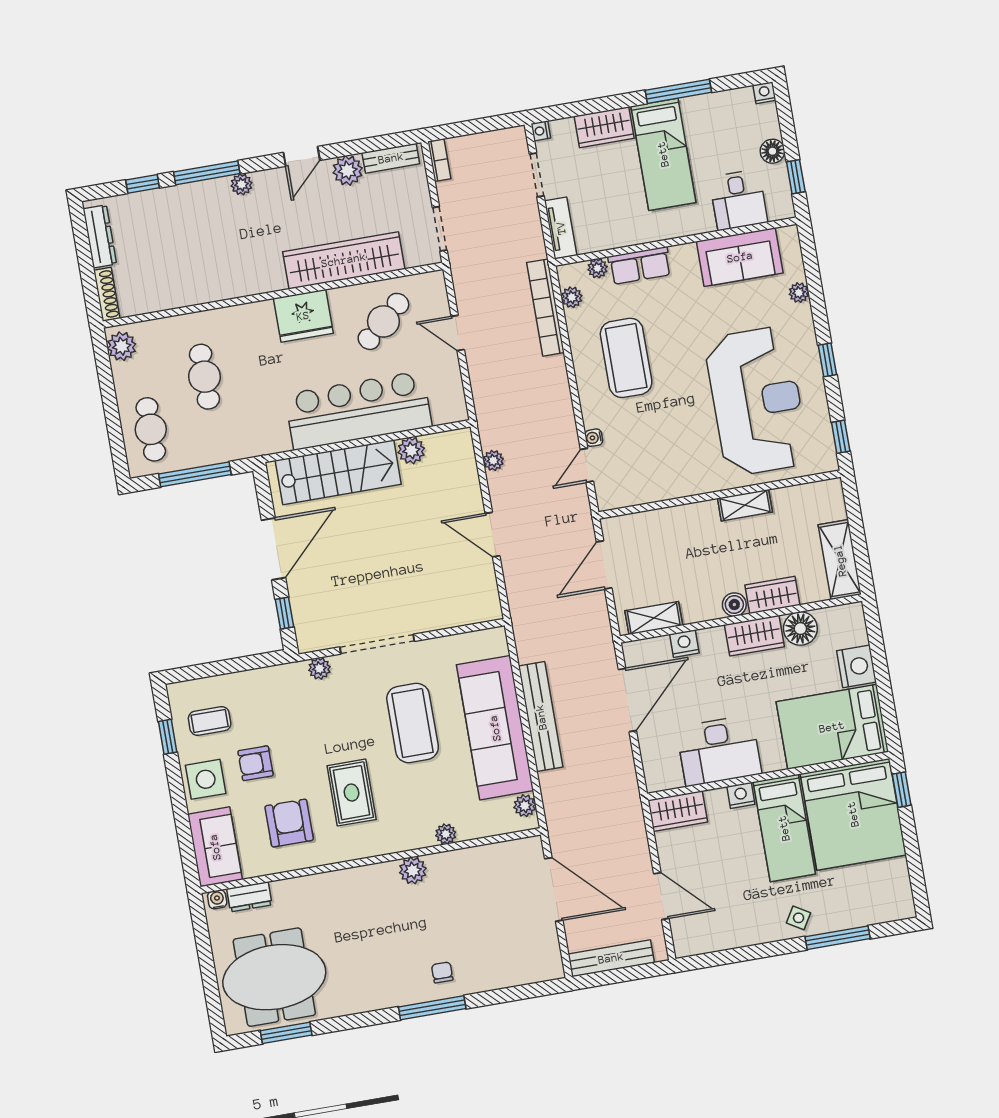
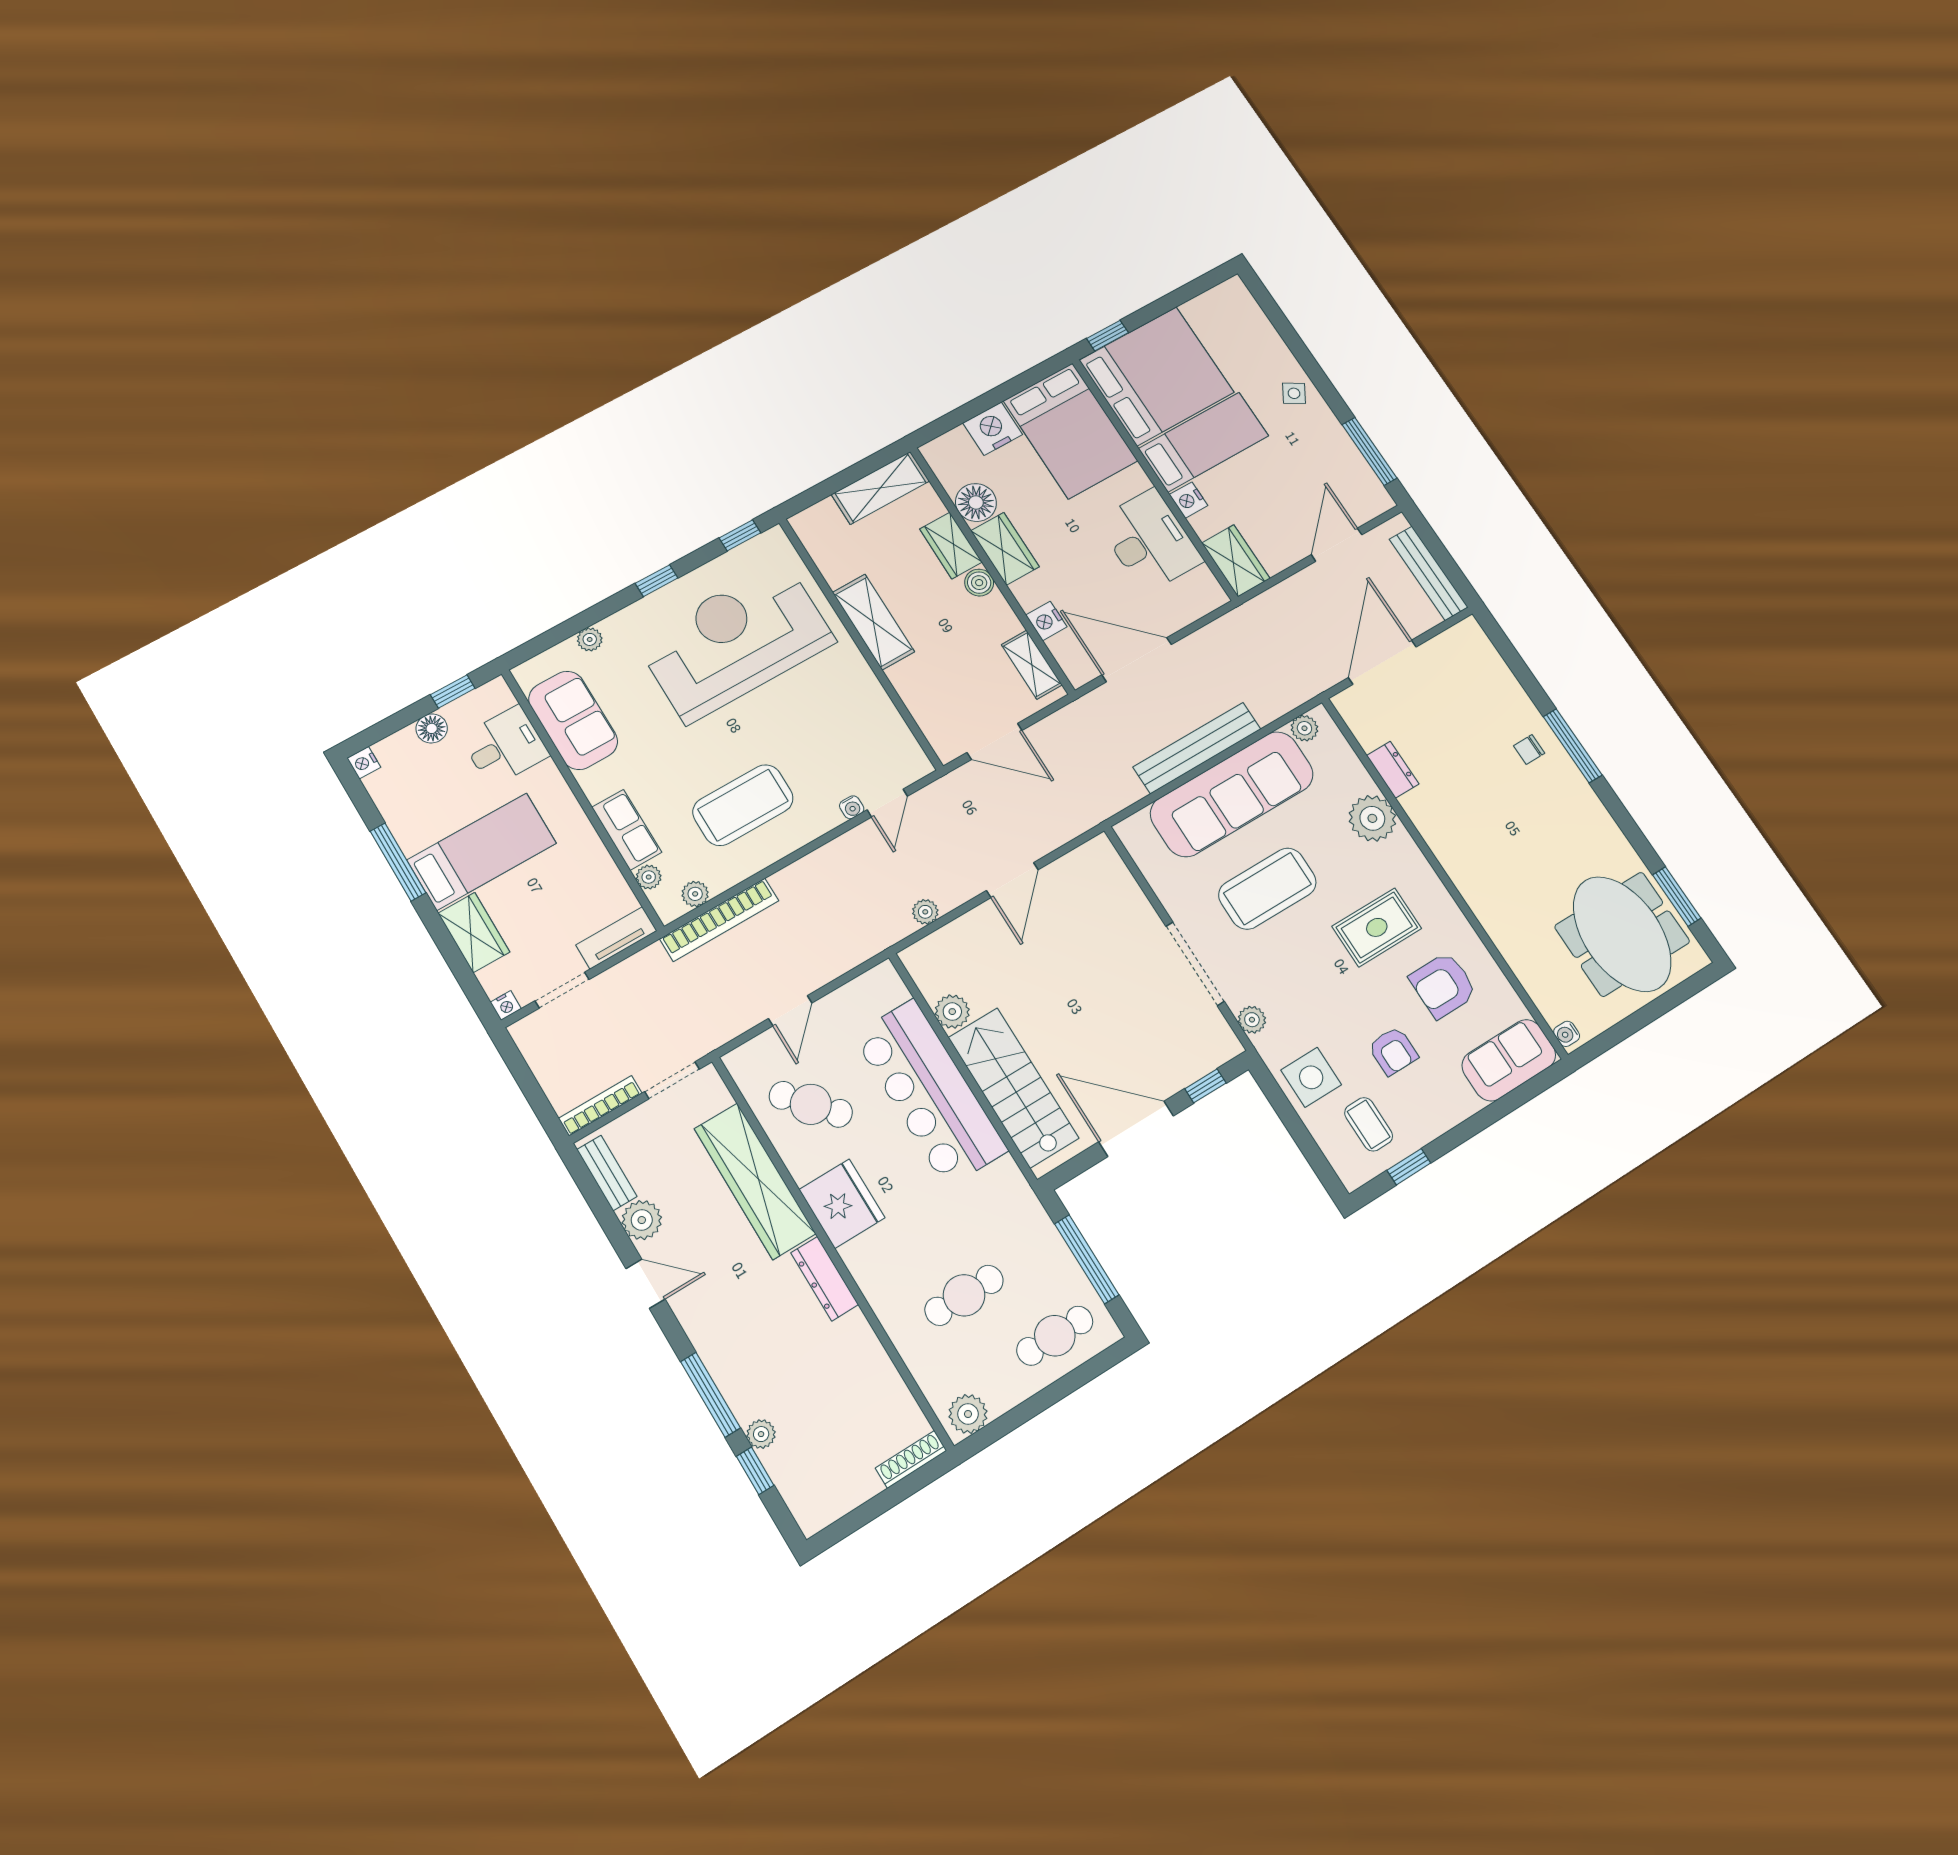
bookcase: (439, 160) -> (600, 1106), width x1.56
plant: (241, 184) -> (761, 1434), moved
dresser: (100, 236) -> (825, 1279), moved, turned -90
door: (587, 465) -> (887, 803), hinge flipped
shelving: (745, 505) -> (873, 622), width x1.50, depth x1.33
side table: (206, 779) -> (1311, 1077), moved
plant: (446, 834) -> (1372, 818), width x1.87, depth x1.87
plant: (413, 870) -> (1432, 825), removed
dresser: (249, 897) -> (1393, 770), moved
window: (838, 938) -> (1369, 451), moved

